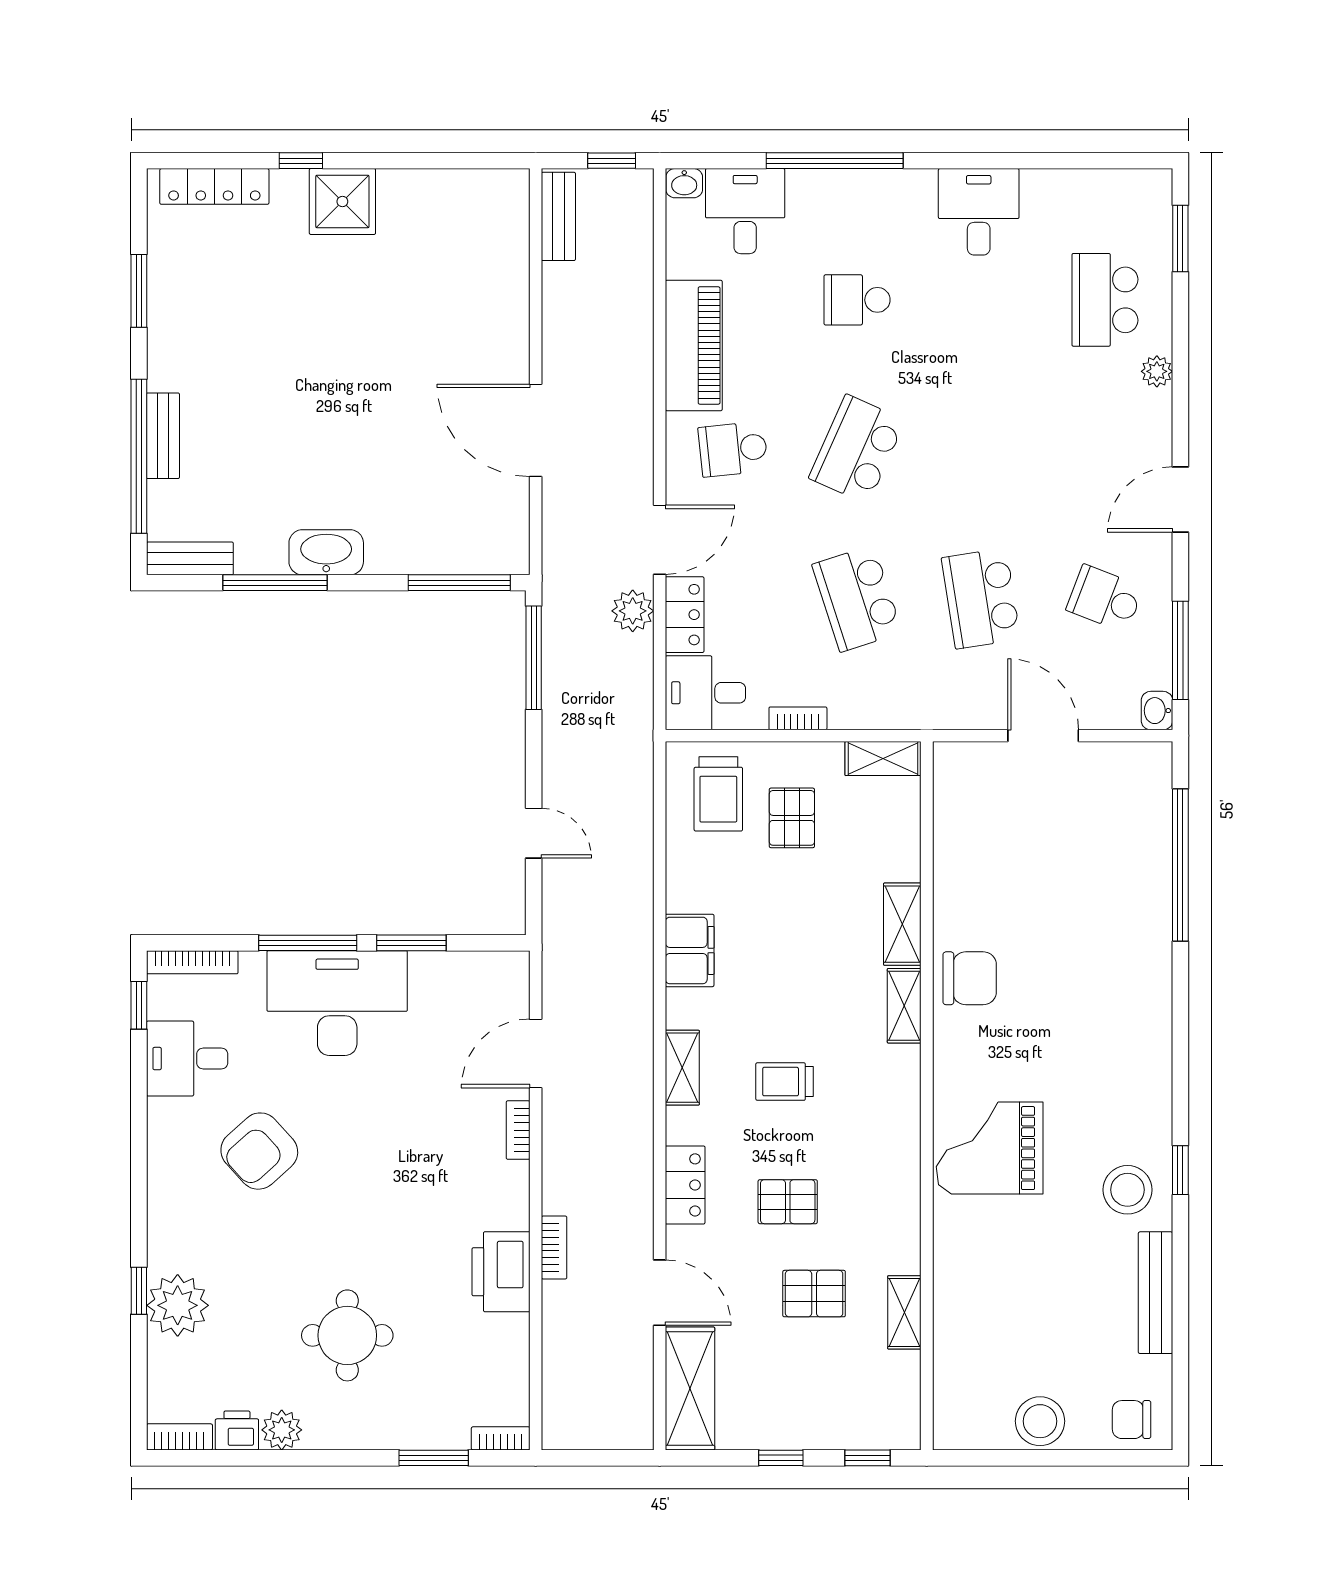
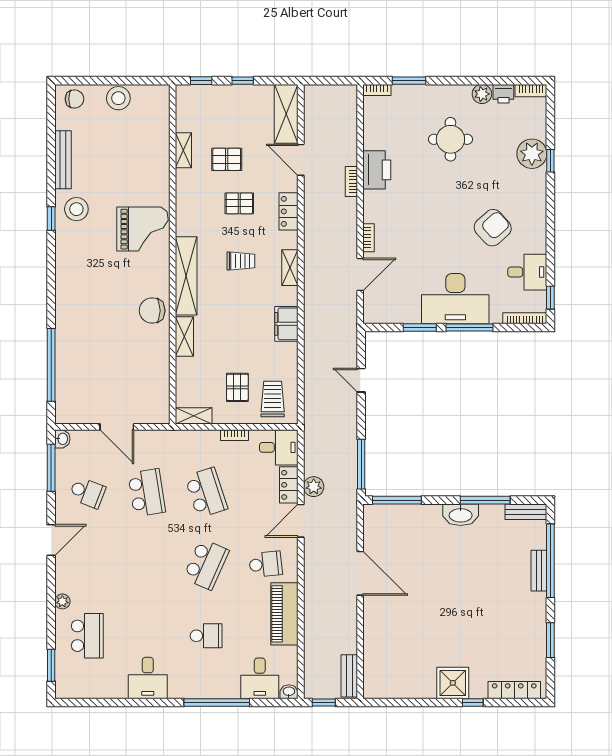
shelving: (904, 1006) -> (186, 276), width x2.20, depth x1.33

